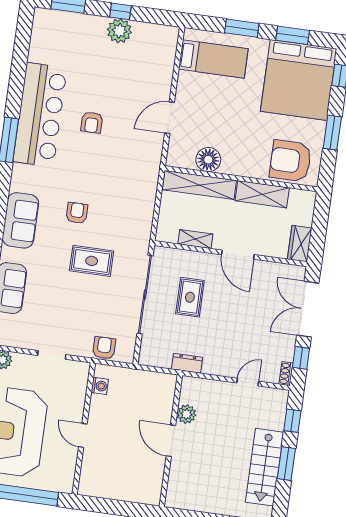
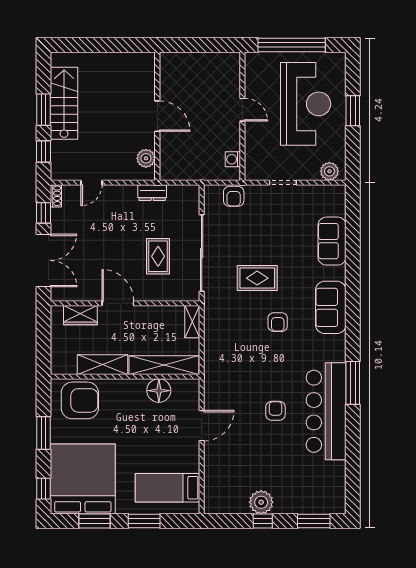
shelving: (195, 239) -> (192, 322), moved, turned 90
wardrobe: (300, 244) -> (80, 315), moved, turned 90
plant: (186, 414) -> (146, 158), moved

